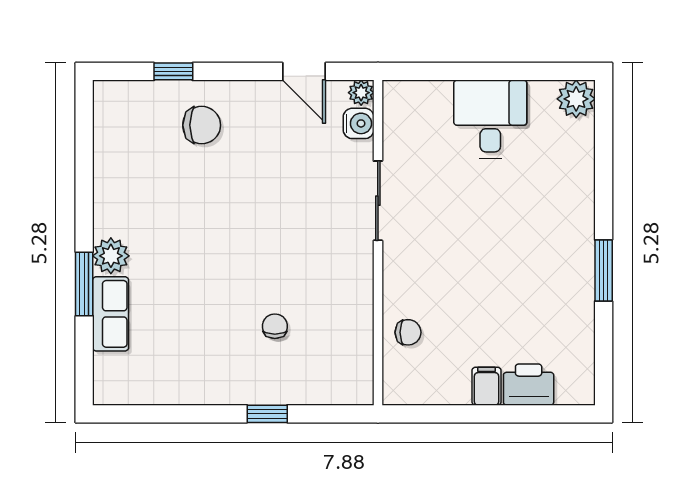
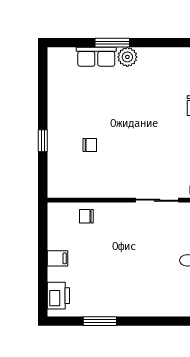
window: (604, 271) -> (100, 321), moved
chair: (408, 332) -> (86, 216), turned 90
printer: (529, 385) -> (58, 296), moved

